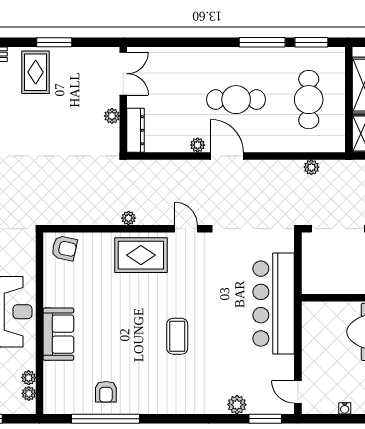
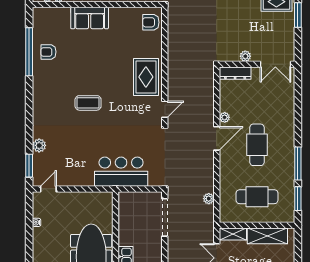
plant: (128, 218) -> (172, 68), removed
armchair: (64, 248) -> (151, 22), turned 78
bar counter: (274, 304) -> (121, 172), width x0.73

